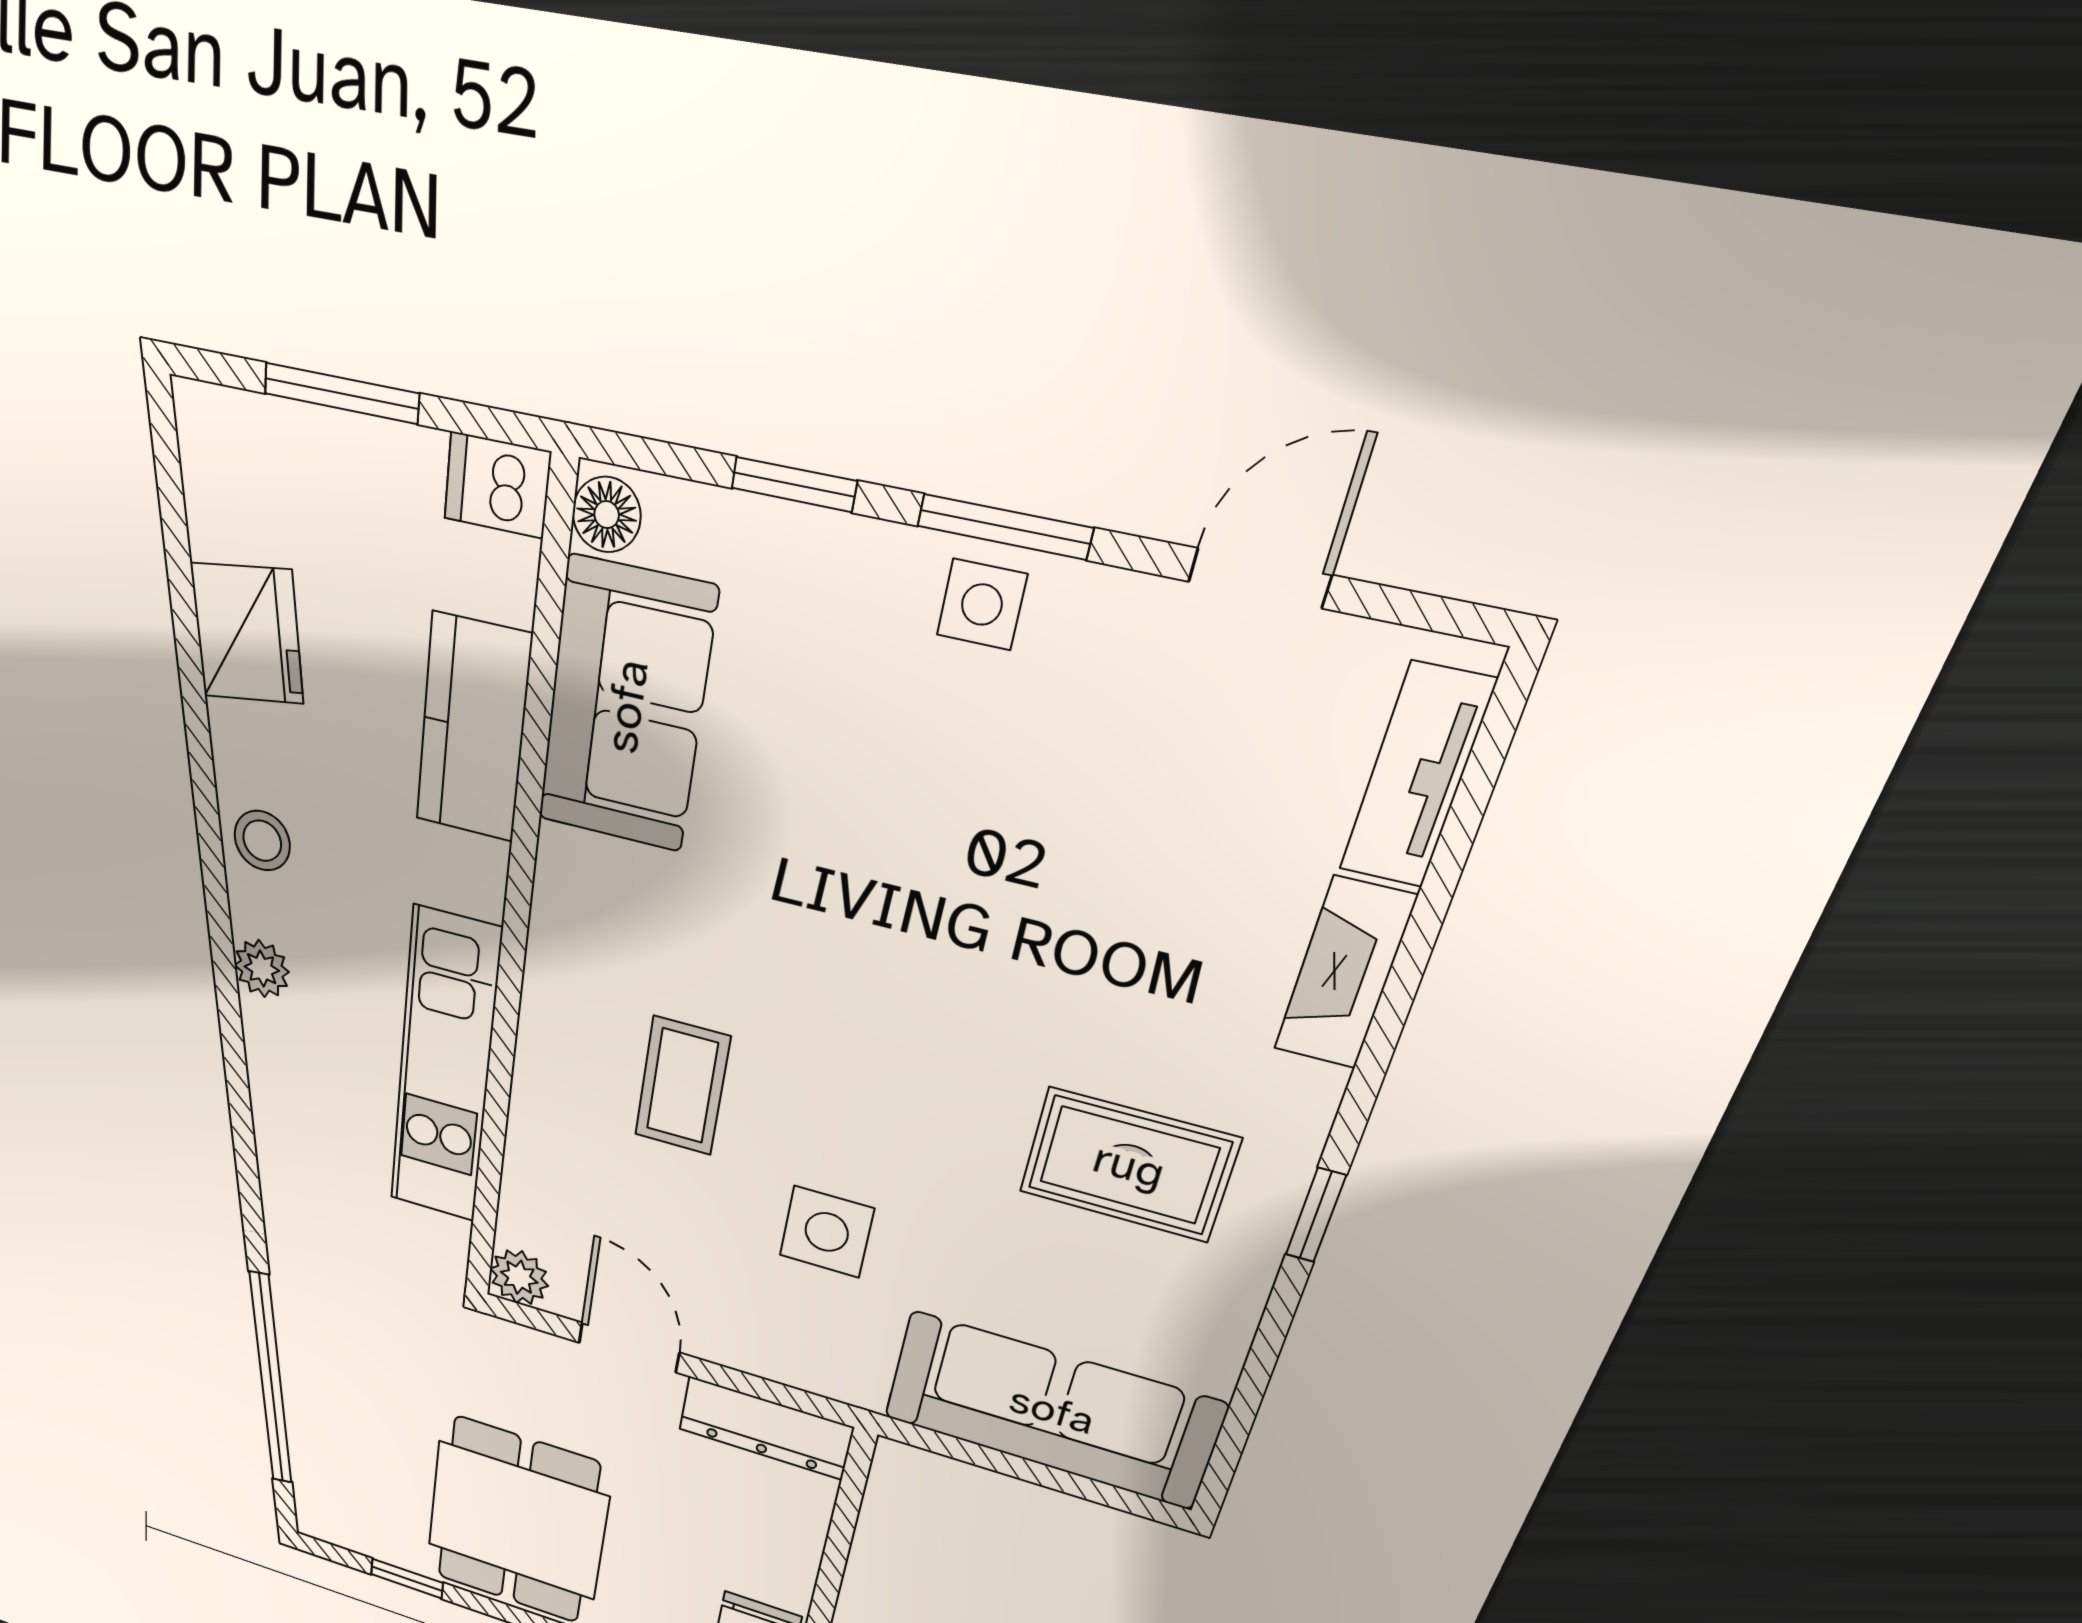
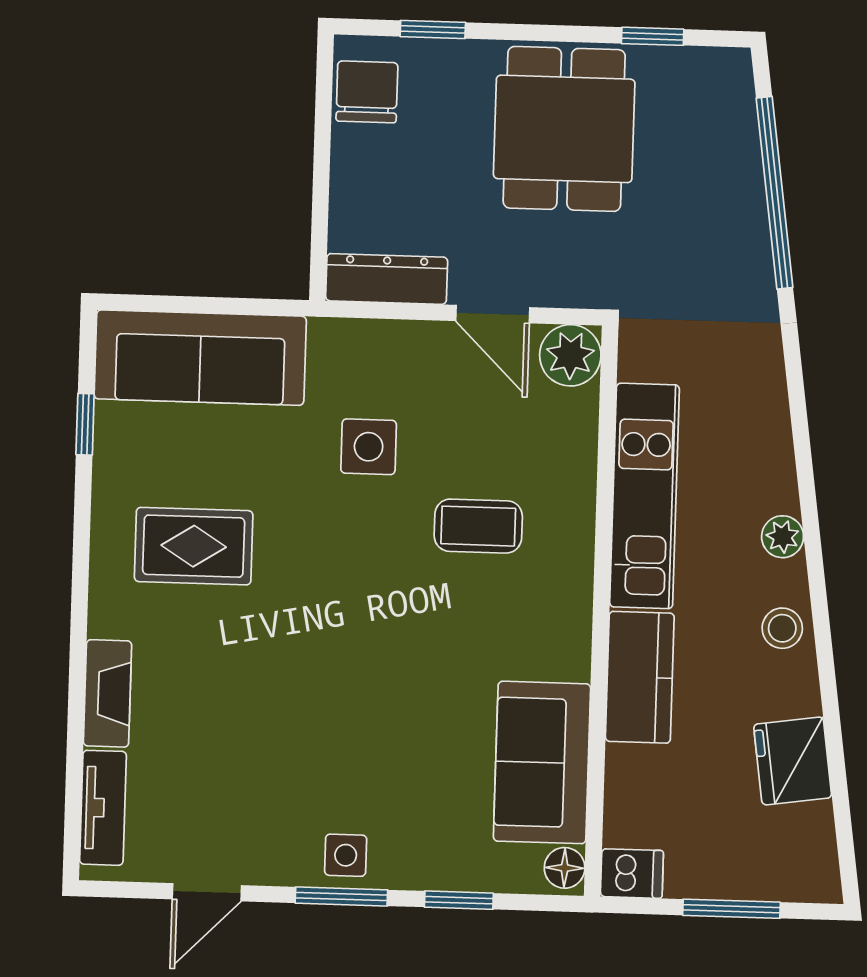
kitchen counter: (473, 729) -> (640, 677), moved
coffee table: (682, 1086) -> (478, 526), turned 90
window: (1316, 1215) -> (85, 424), moved
plant: (519, 1277) -> (570, 355), width x1.38, depth x1.38

